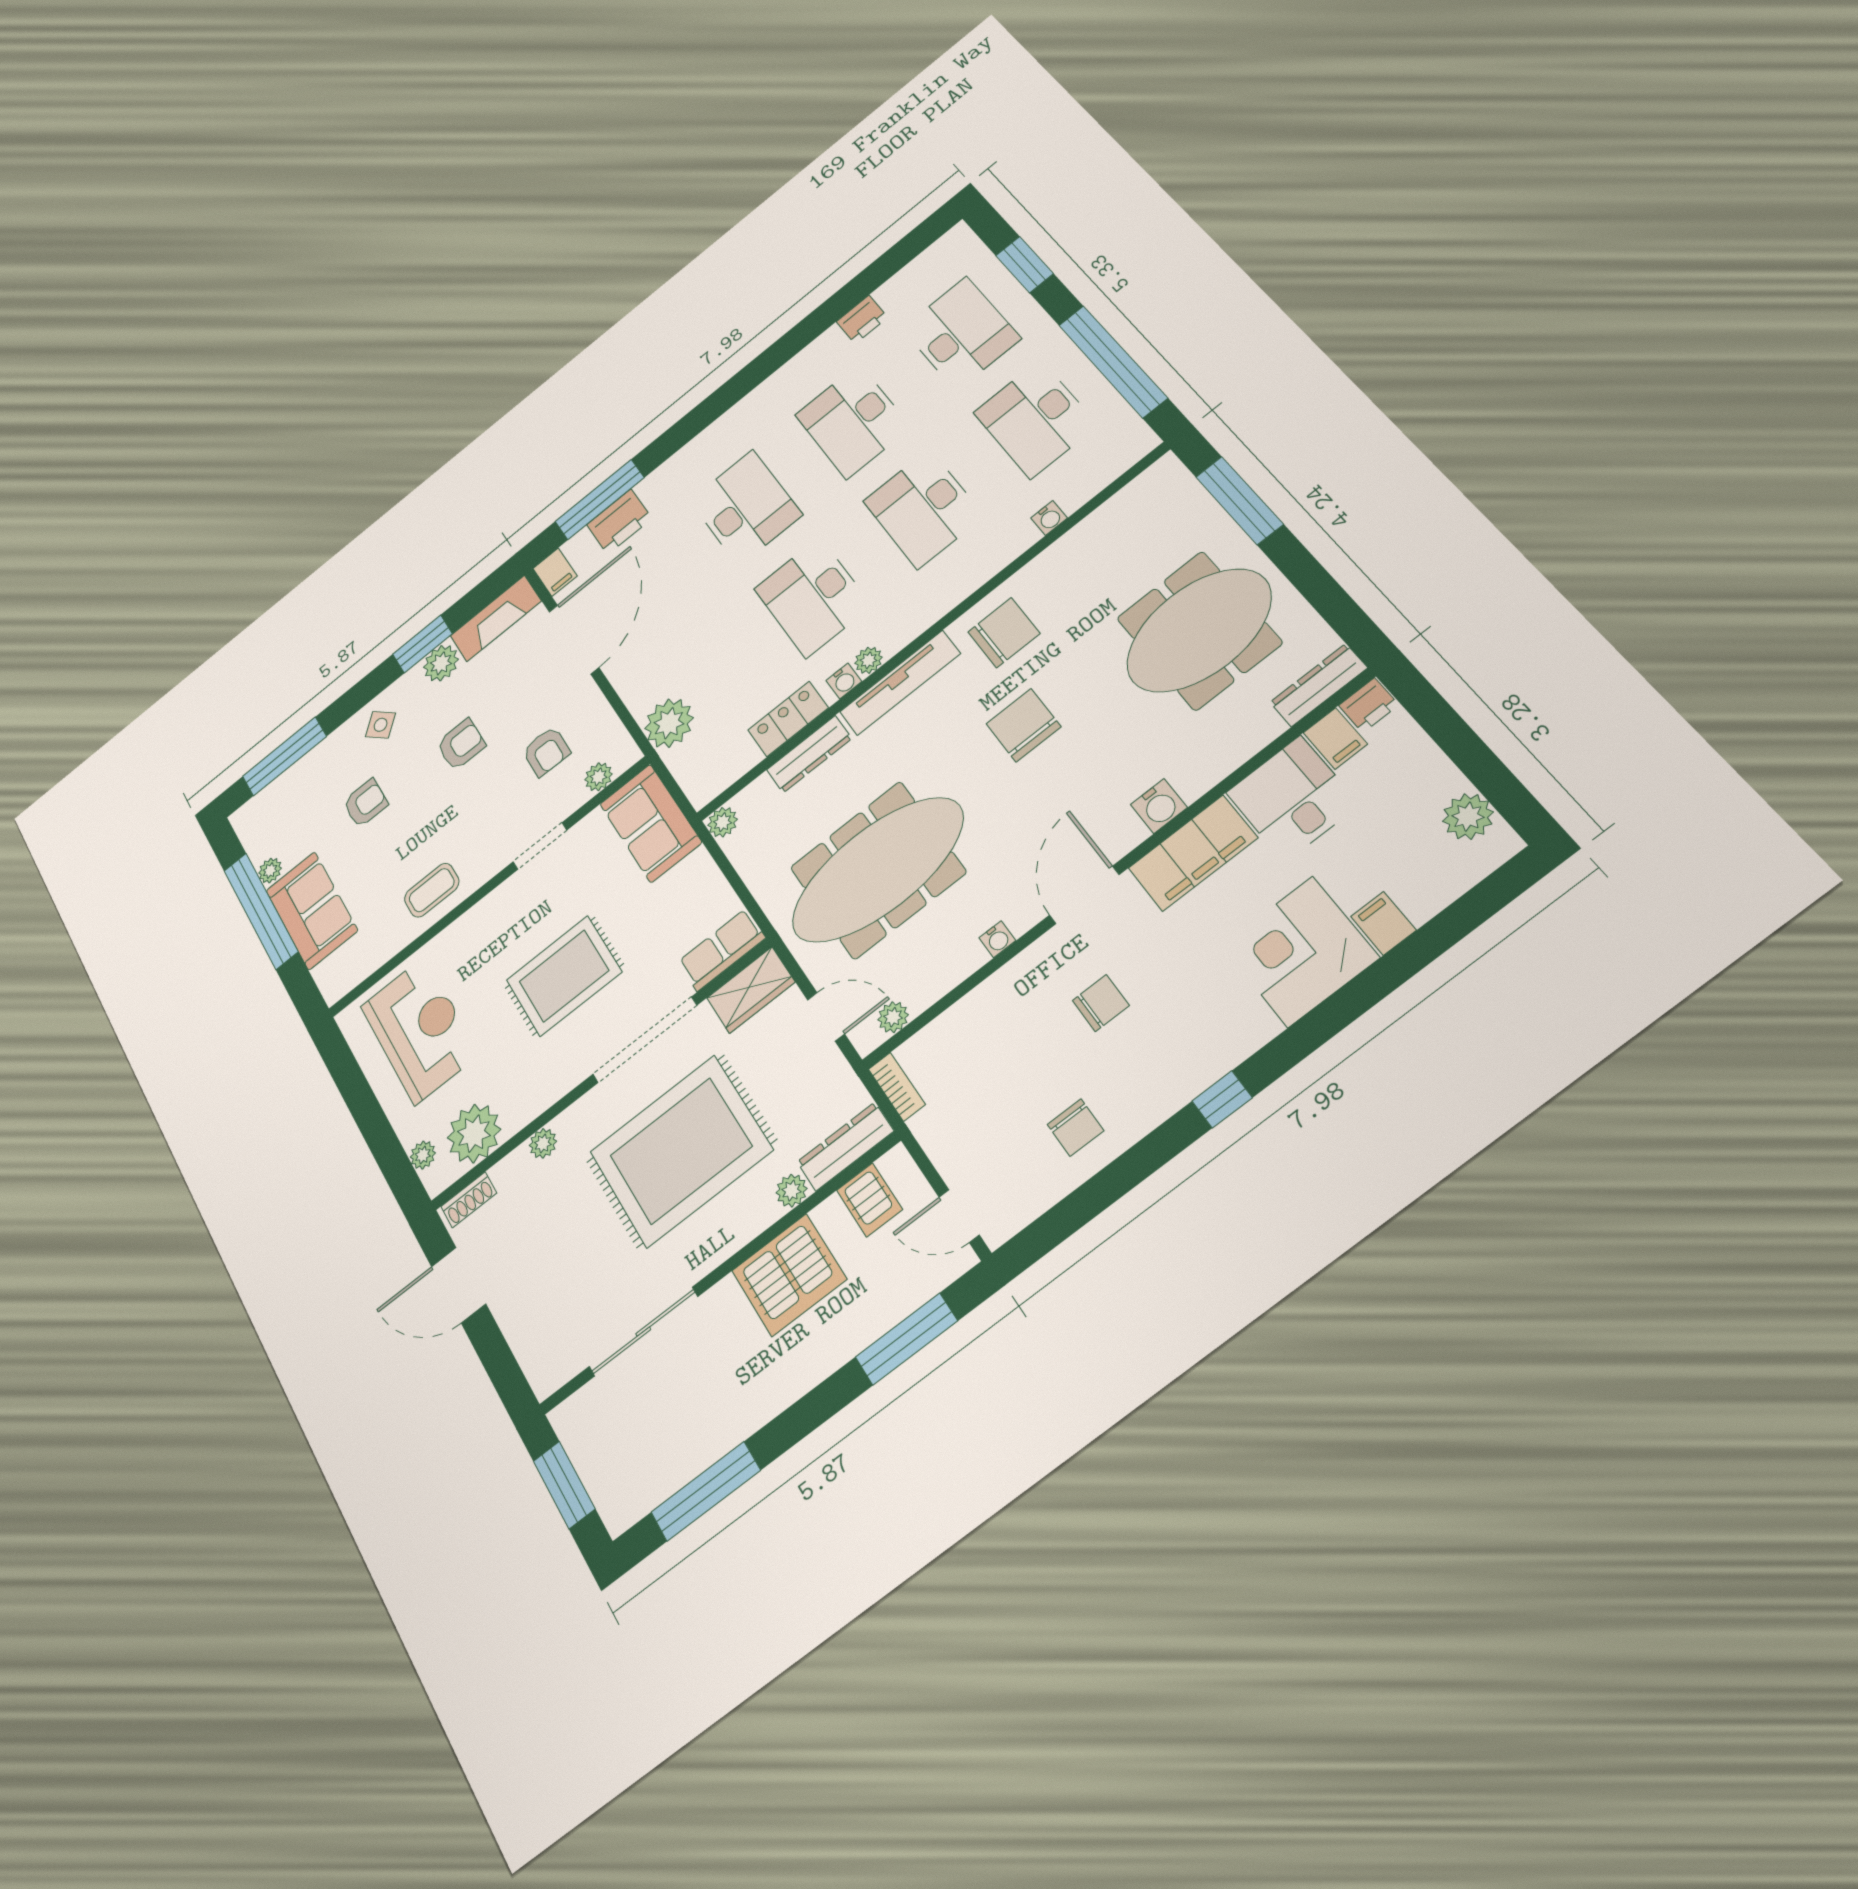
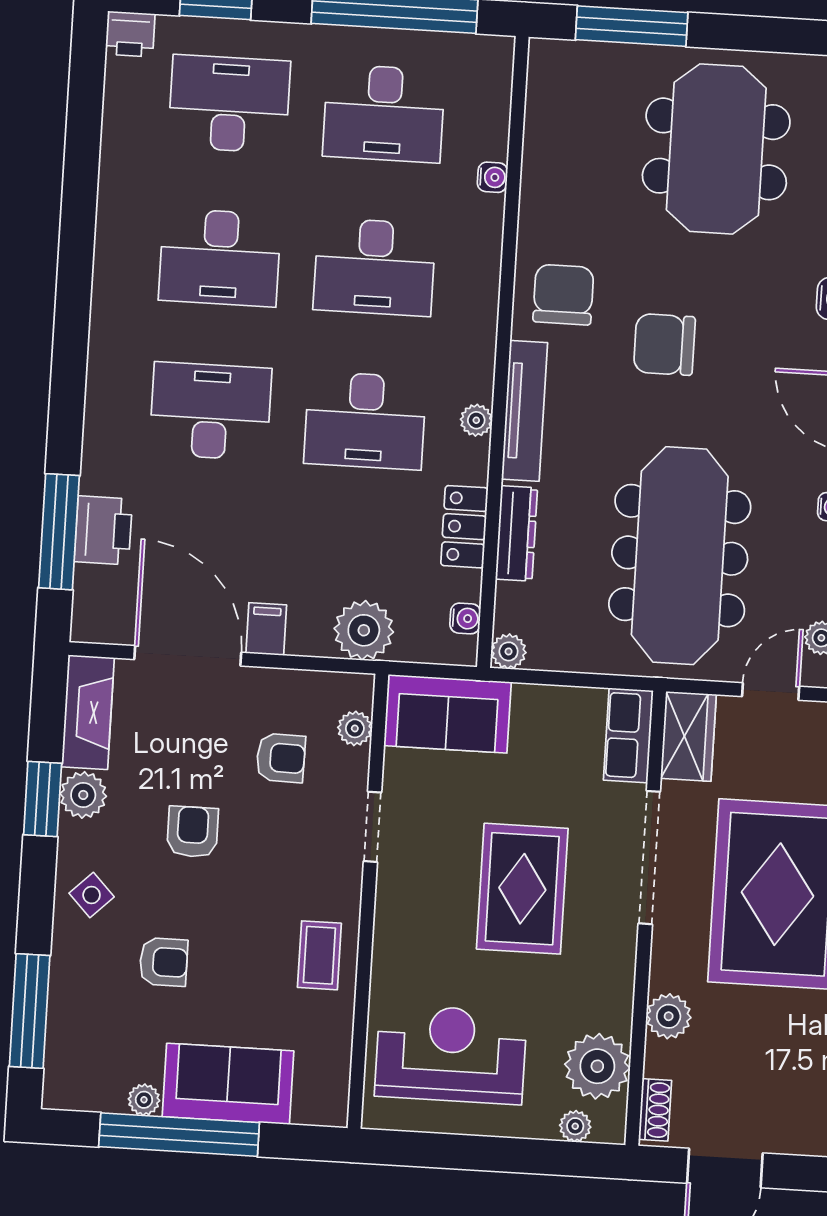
printer: (862, 319) -> (130, 34), moved, turned 90
filing cabinet: (555, 572) -> (266, 629), moved, turned -90
water cooler: (844, 681) -> (465, 618), moved
armchair: (365, 803) -> (164, 962), turned 90
plant: (543, 1143) -> (669, 1016), width x1.38, depth x1.38

